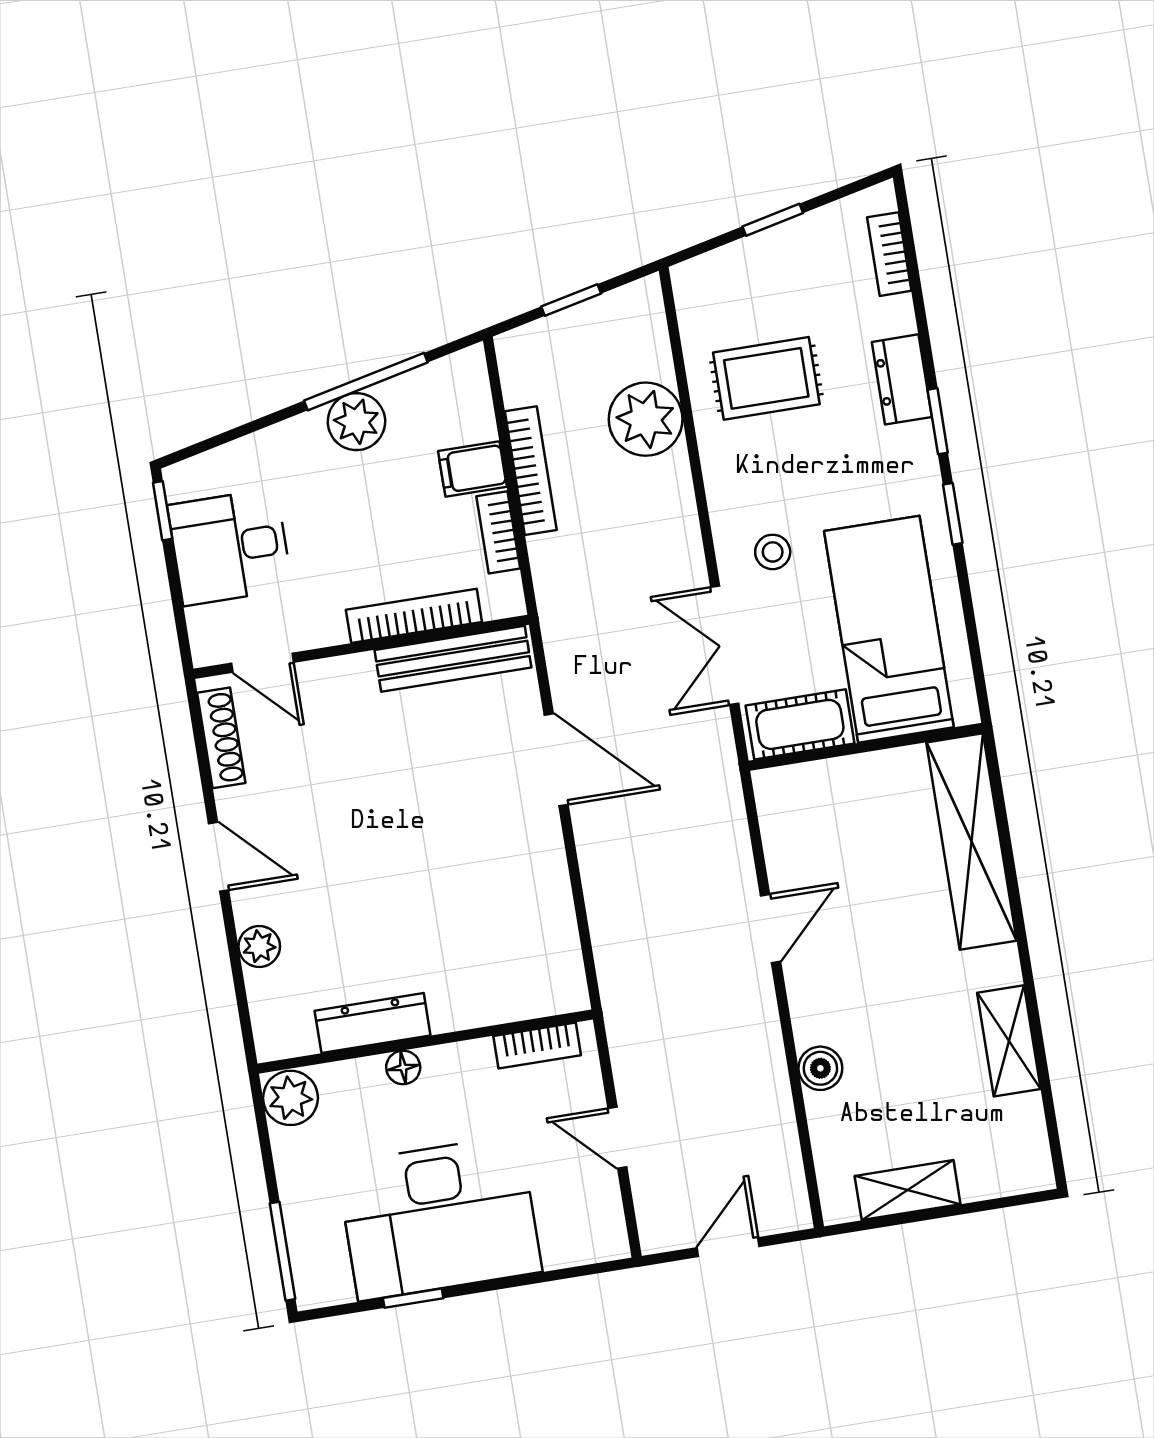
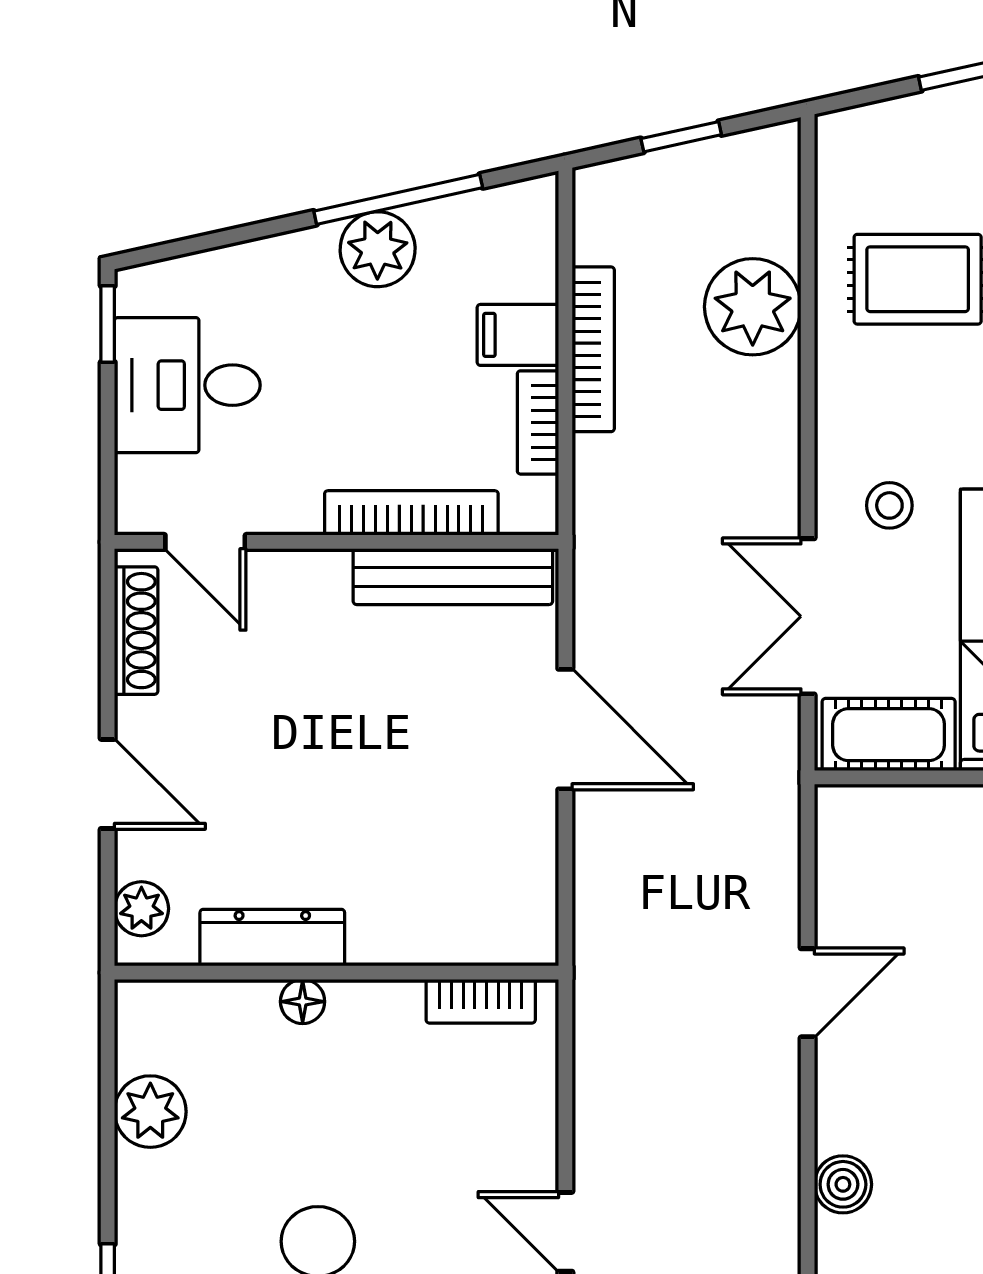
dresser: (373, 1023) -> (272, 938), moved
wall: (425, 1042) -> (337, 973), moved
bookcase: (537, 1046) -> (481, 1001), moved
floor lamp: (403, 1067) -> (303, 1002), moved

